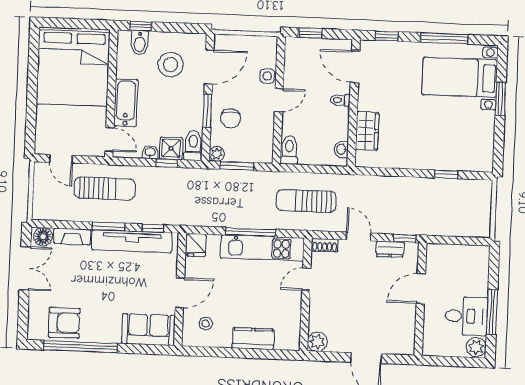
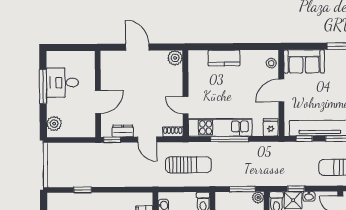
door: (306, 279) -> (186, 105), swing flipped
stool: (206, 323) -> (271, 63), moved
plant: (476, 347) -> (54, 124), moved

